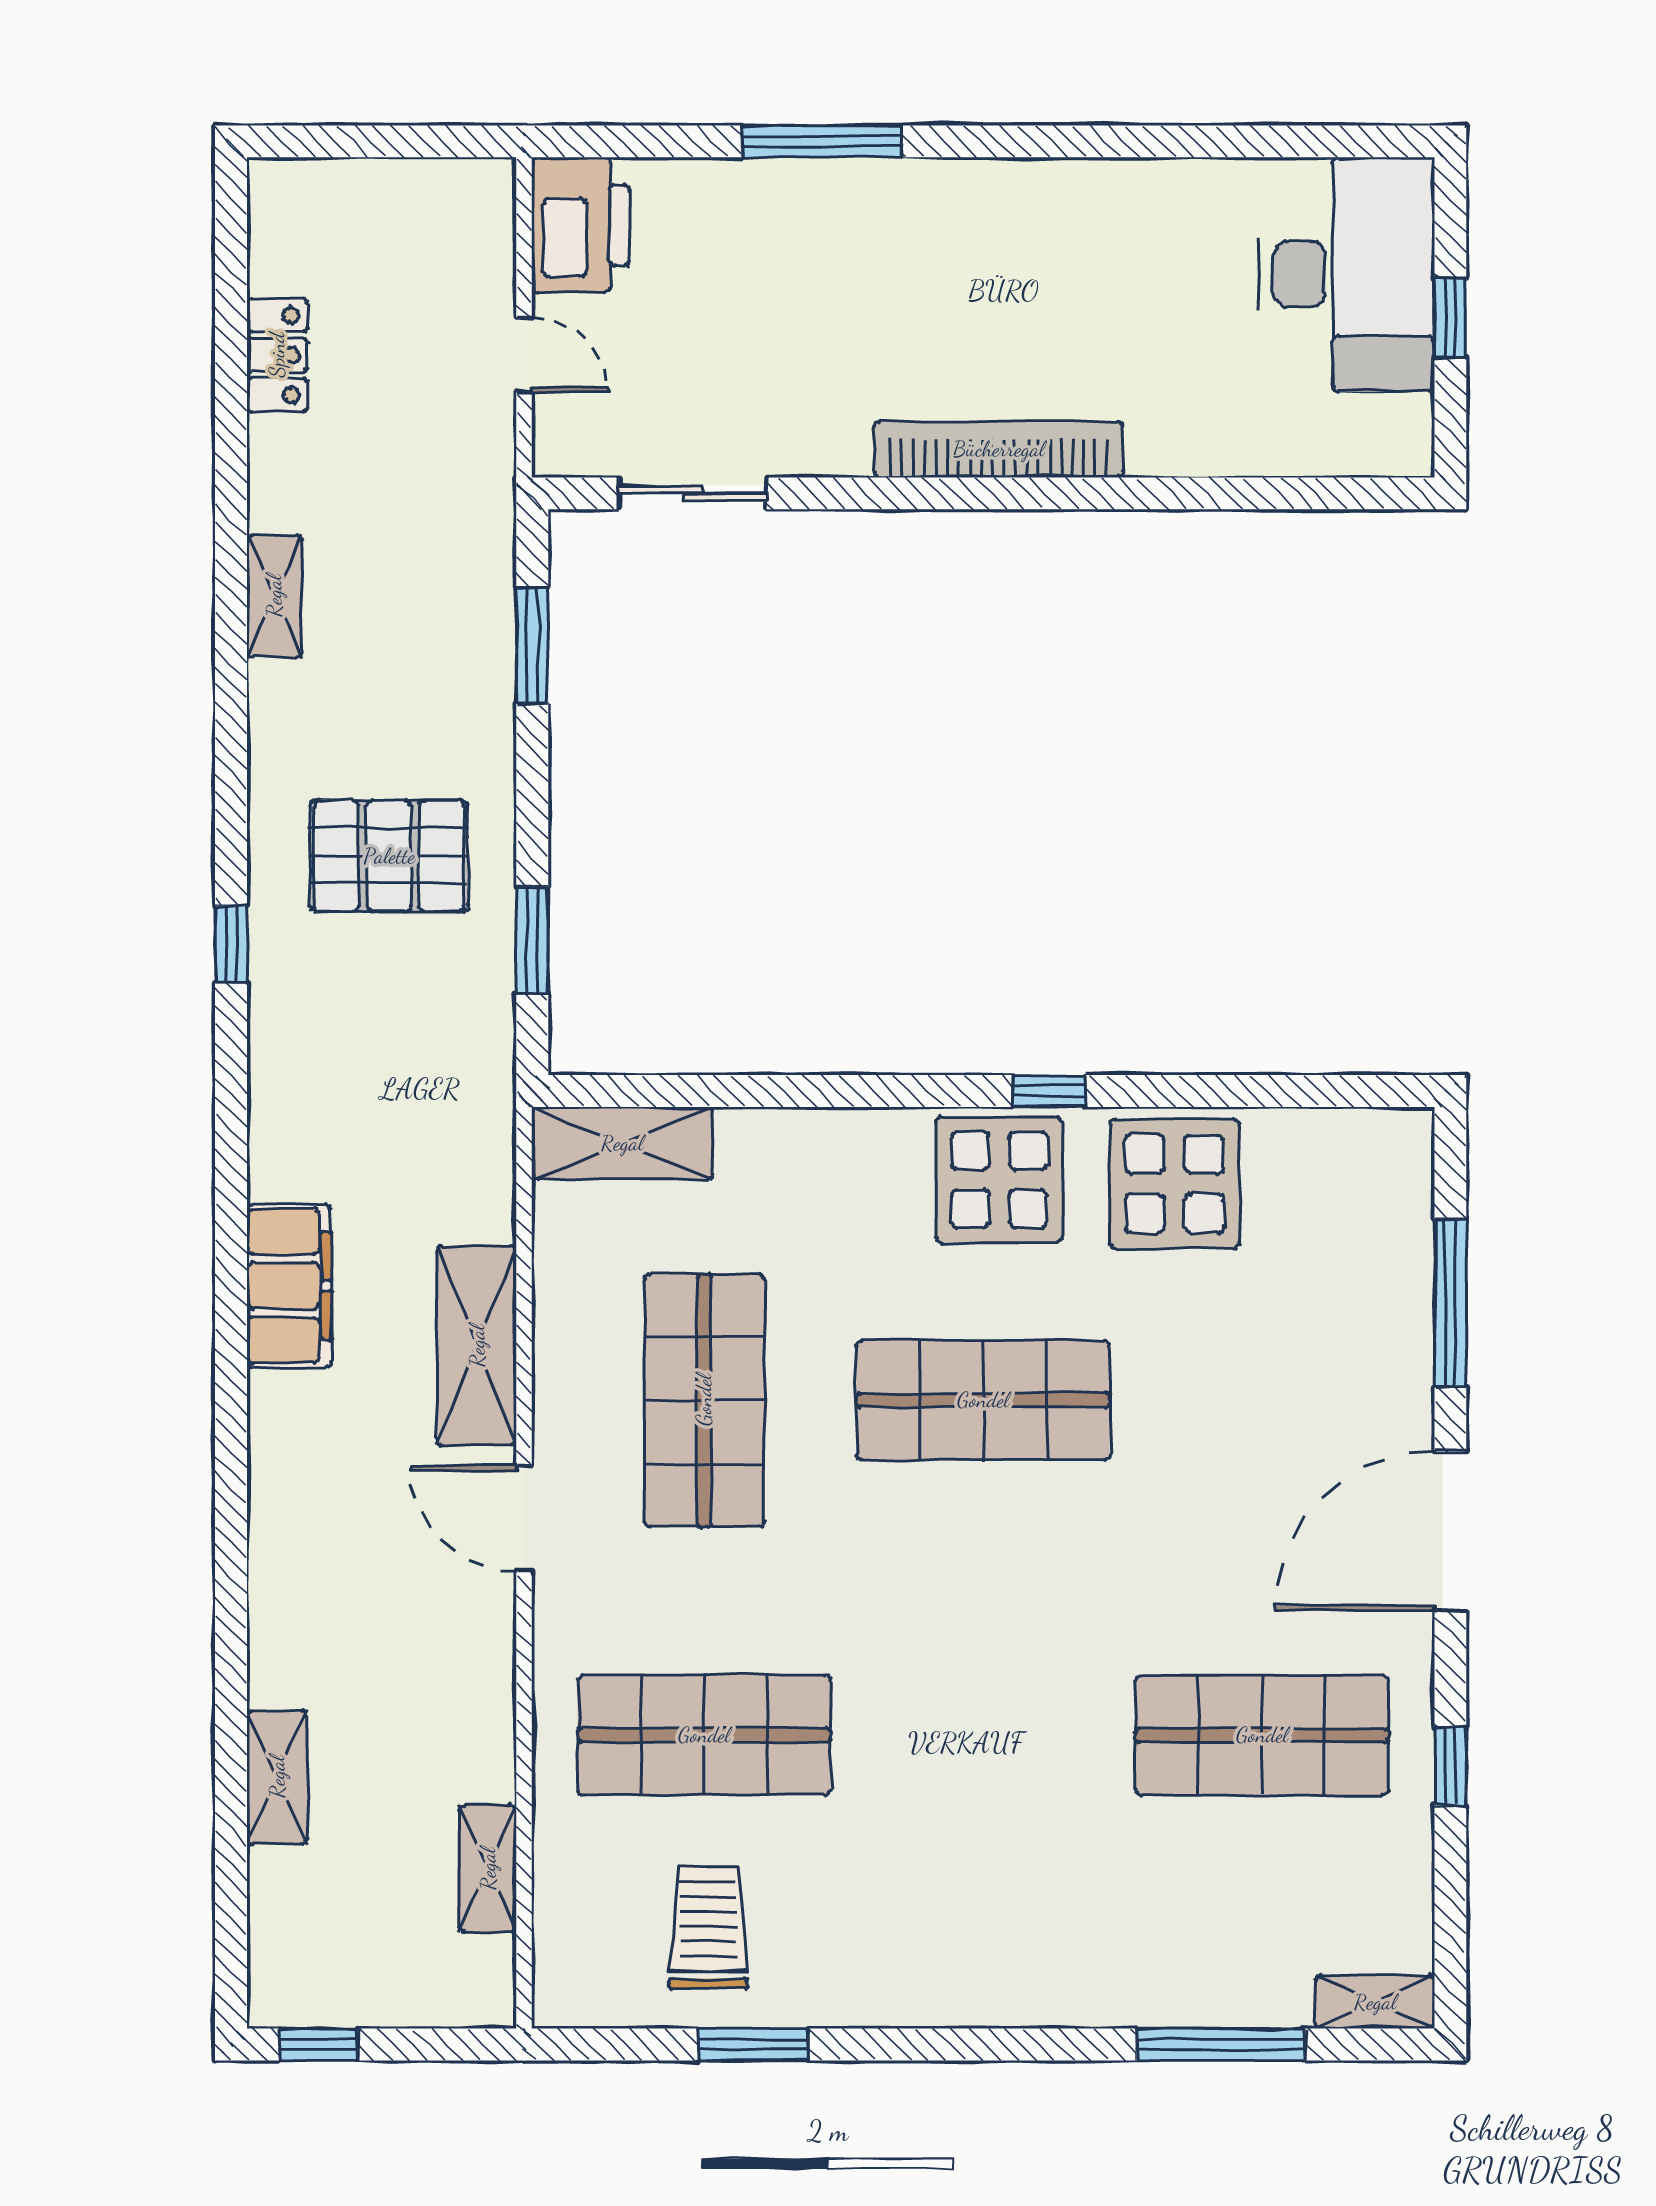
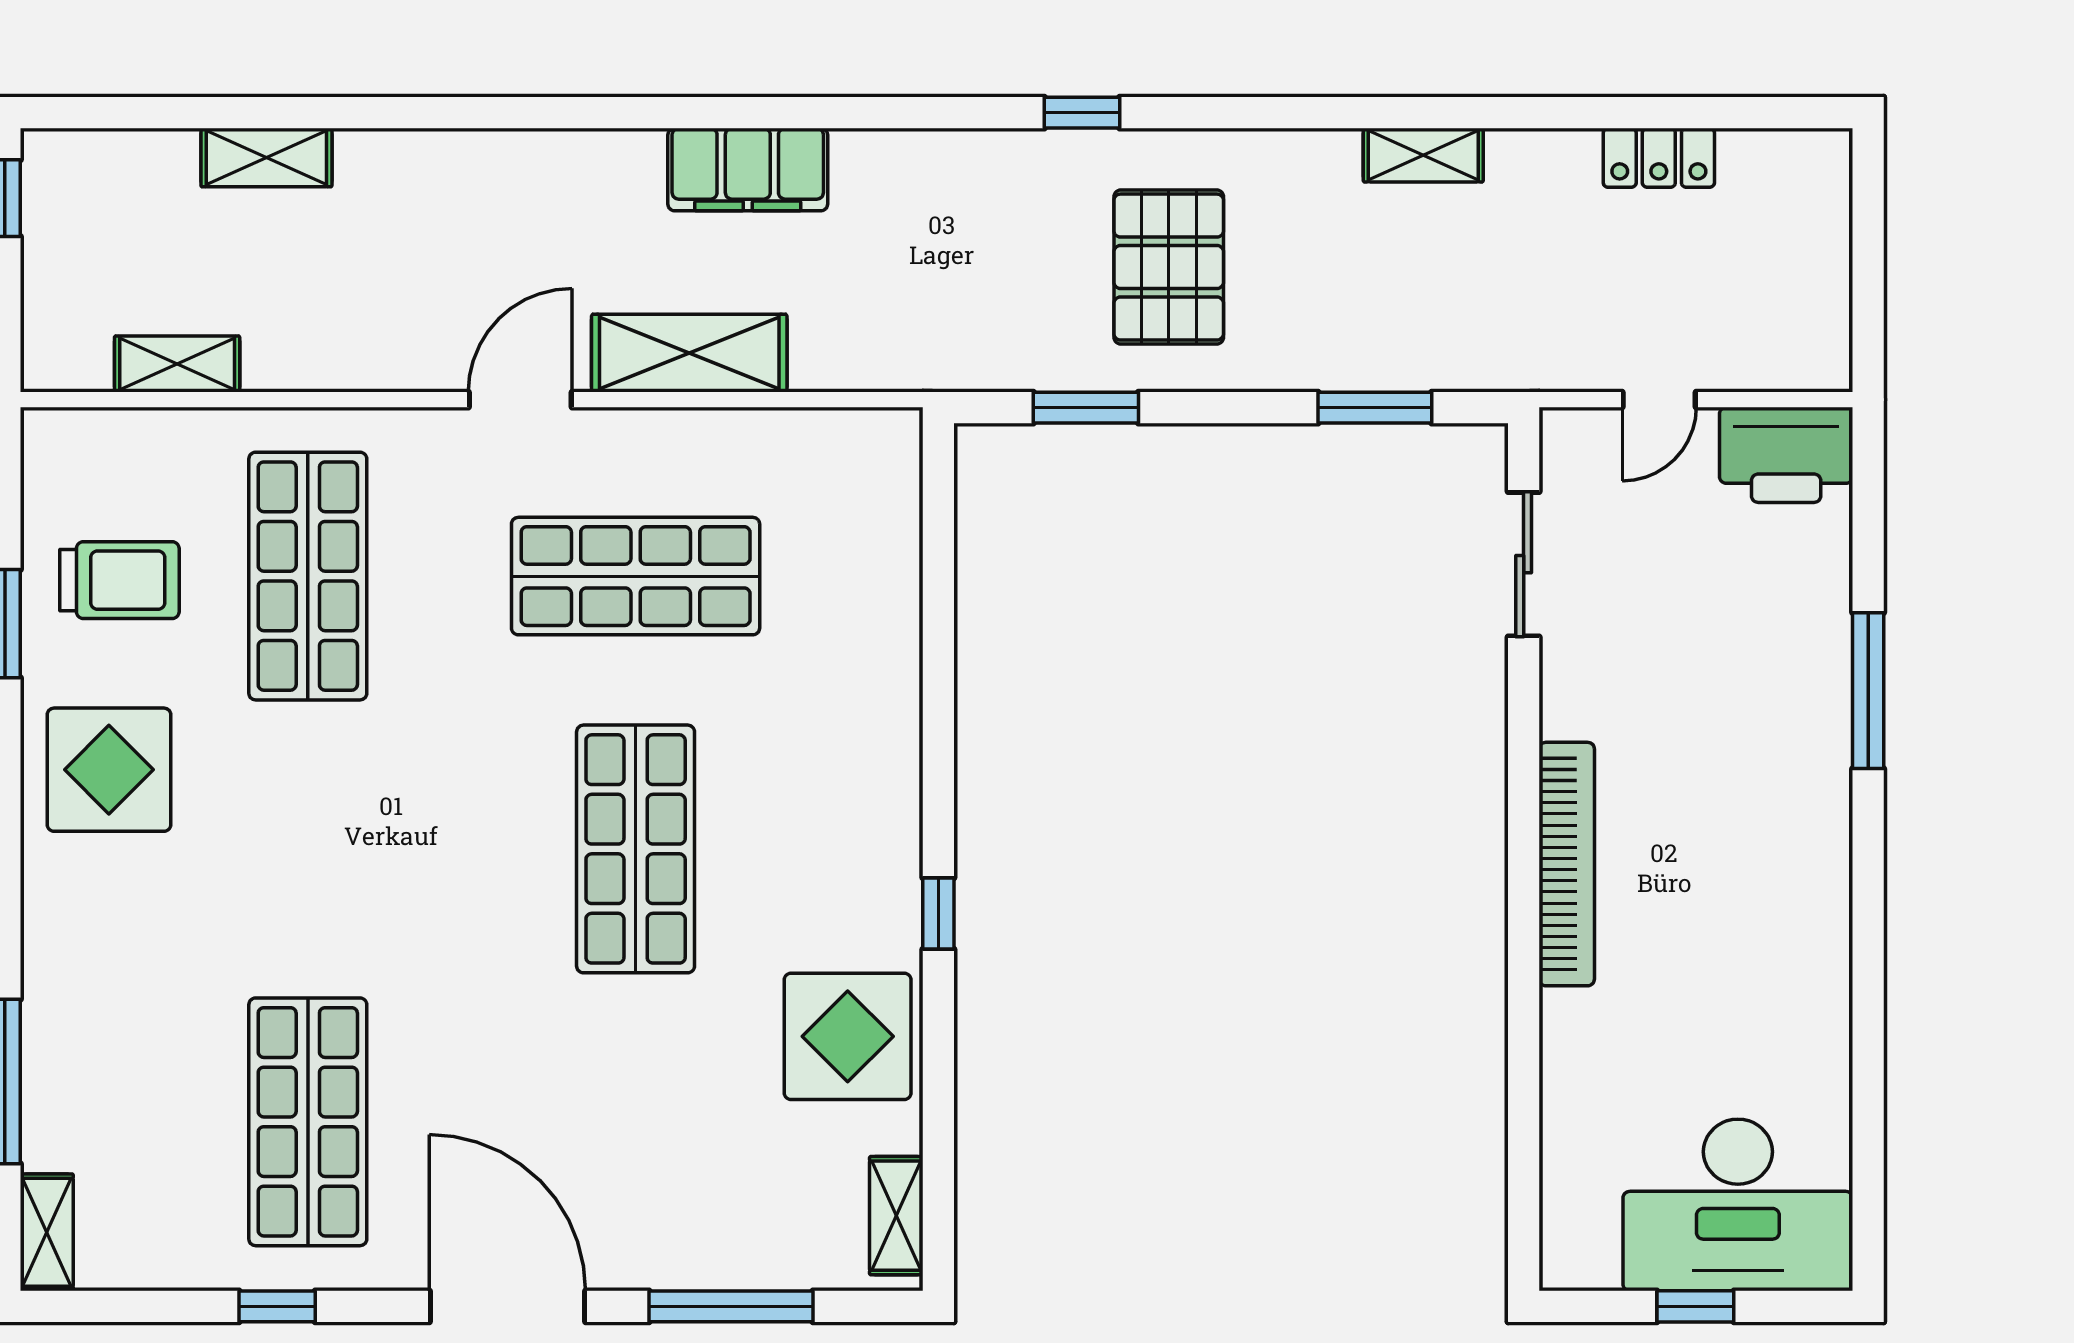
shelving: (622, 1143) -> (896, 1216), moved, width x0.67, depth x0.75
display table: (999, 1180) -> (109, 770), moved

